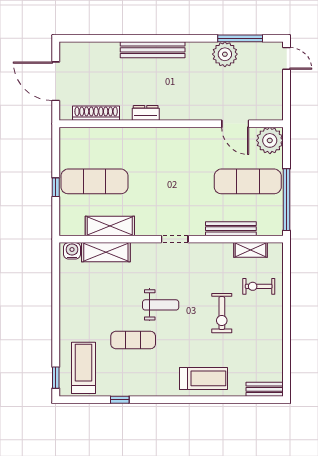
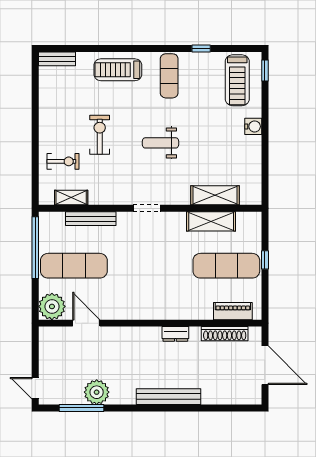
piano: (88, 136) -> (233, 311), added
water cooler: (72, 251) -> (253, 126), moved, turned -90
exercise mat: (133, 340) -> (169, 76), moved, turned 90

